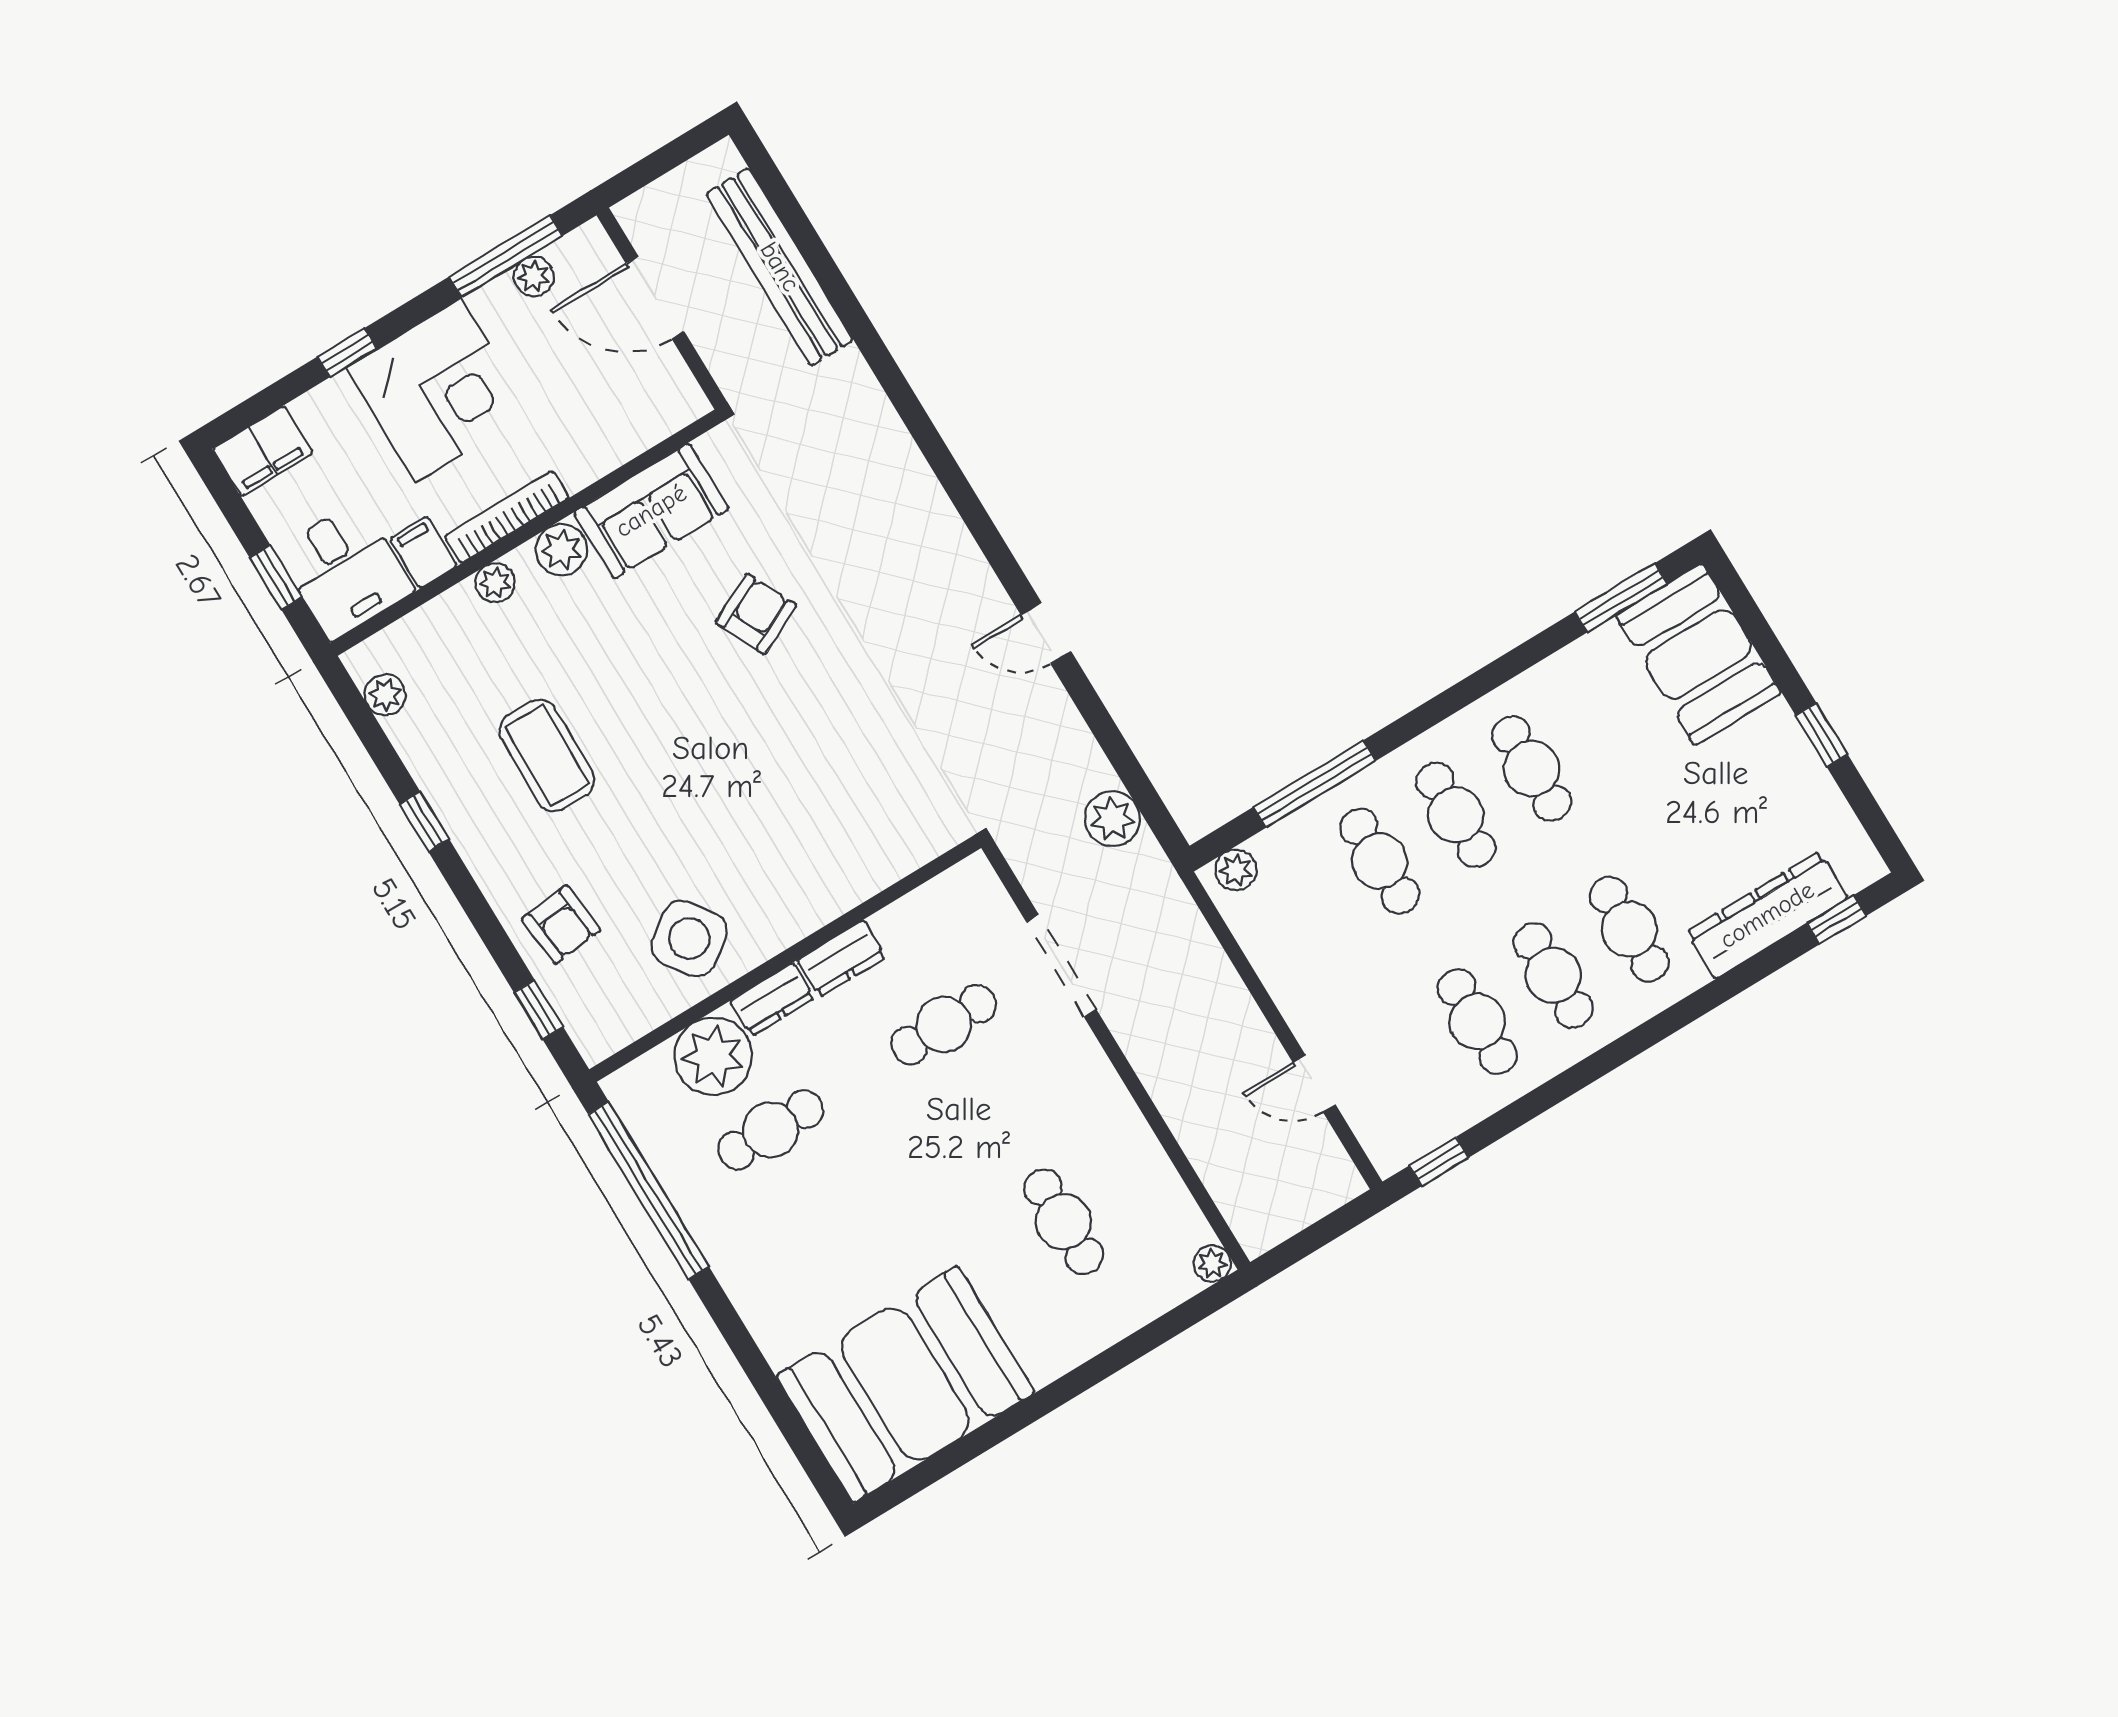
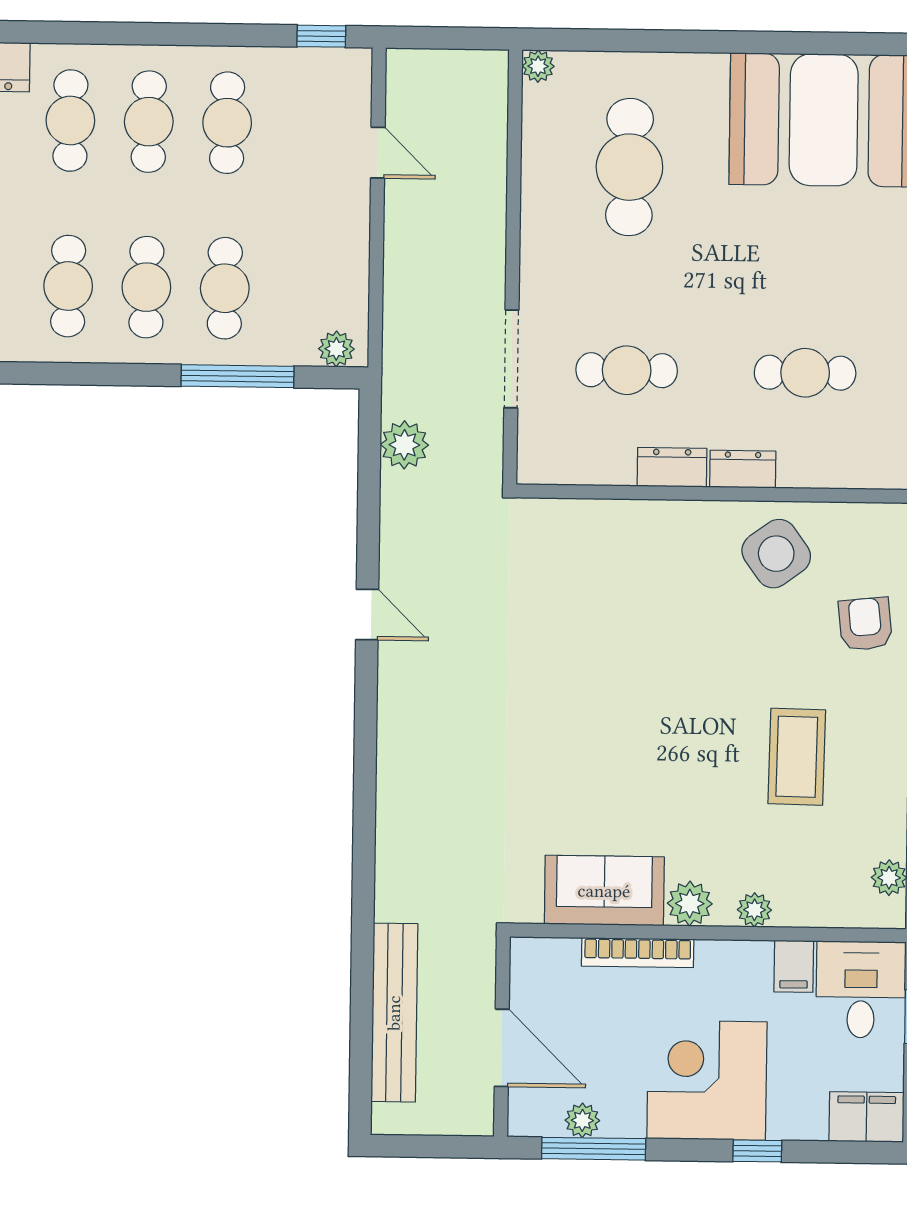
bookcase: (507, 517) -> (638, 953), moved
armchair: (756, 614) -> (575, 765), removed
plant: (713, 1056) -> (814, 454), removed
cafe table: (1064, 1222) -> (629, 167), width x1.37, depth x1.35

